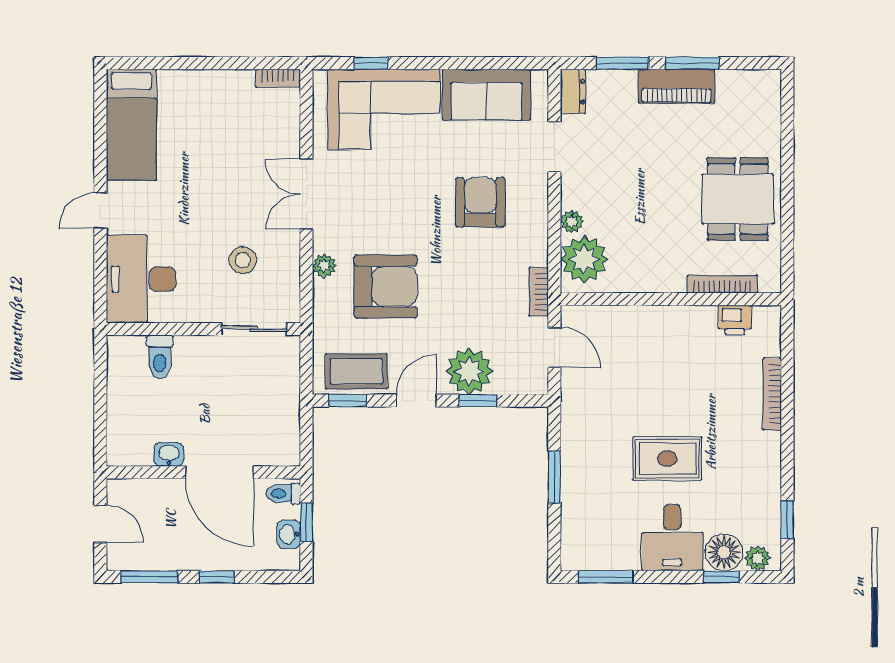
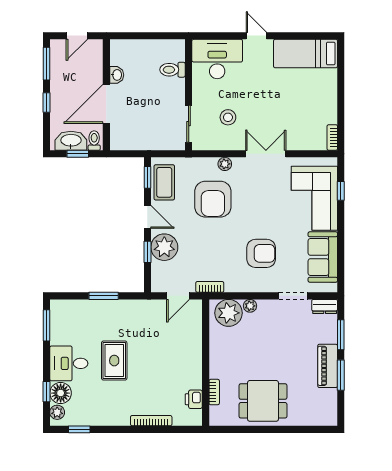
bookcase: (722, 284) -> (214, 392), width x0.64
washbasin: (289, 534) -> (71, 141), width x1.91, depth x1.45

